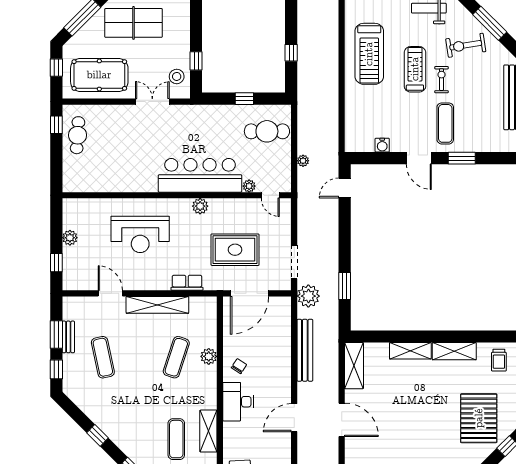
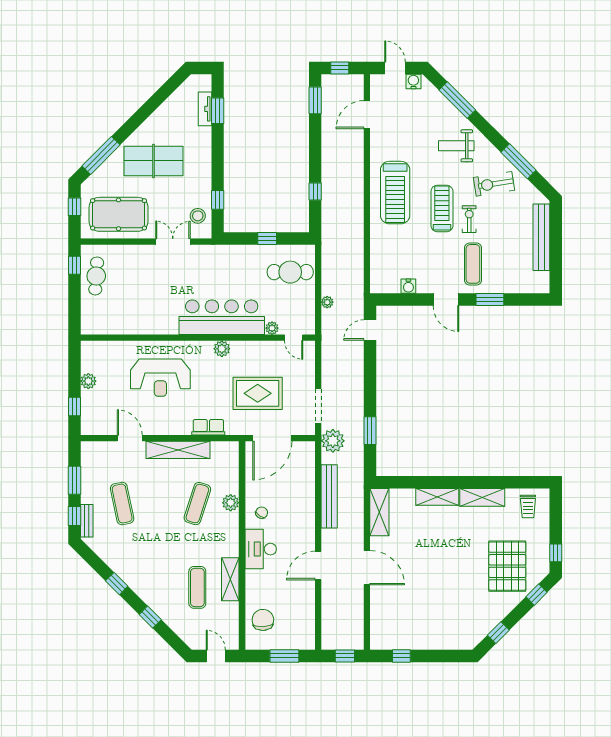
bench: (68, 337) -> (87, 521), moved

